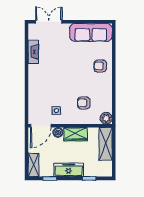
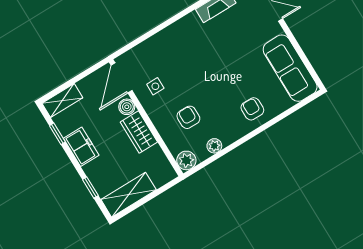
plant: (108, 98) -> (214, 146), added
door: (41, 126) -> (122, 78), hinge flipped
shelving: (106, 144) -> (129, 195), moved
freezer: (69, 170) -> (81, 147), width x0.71

